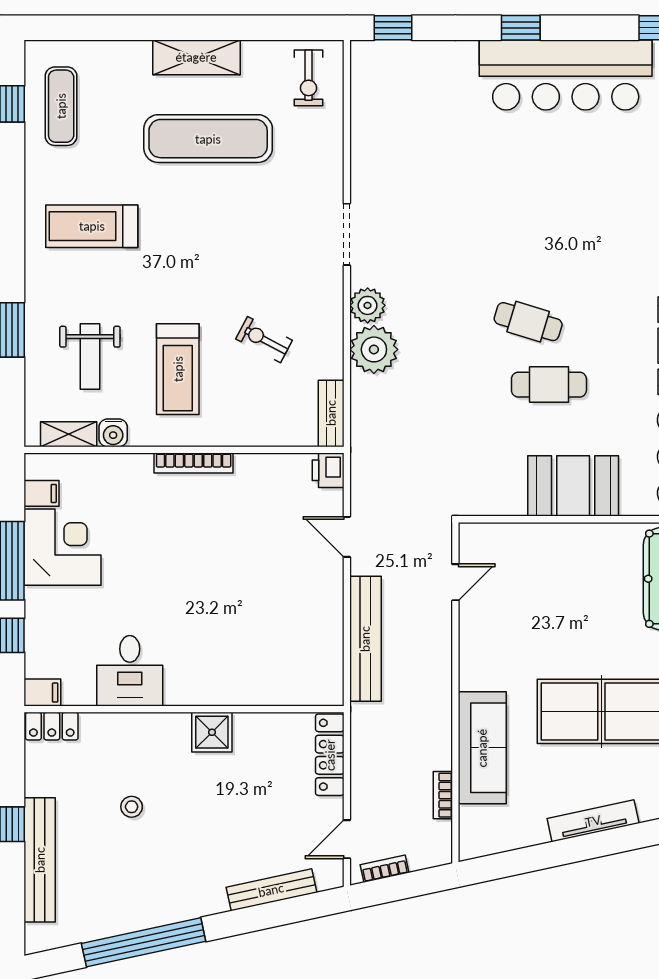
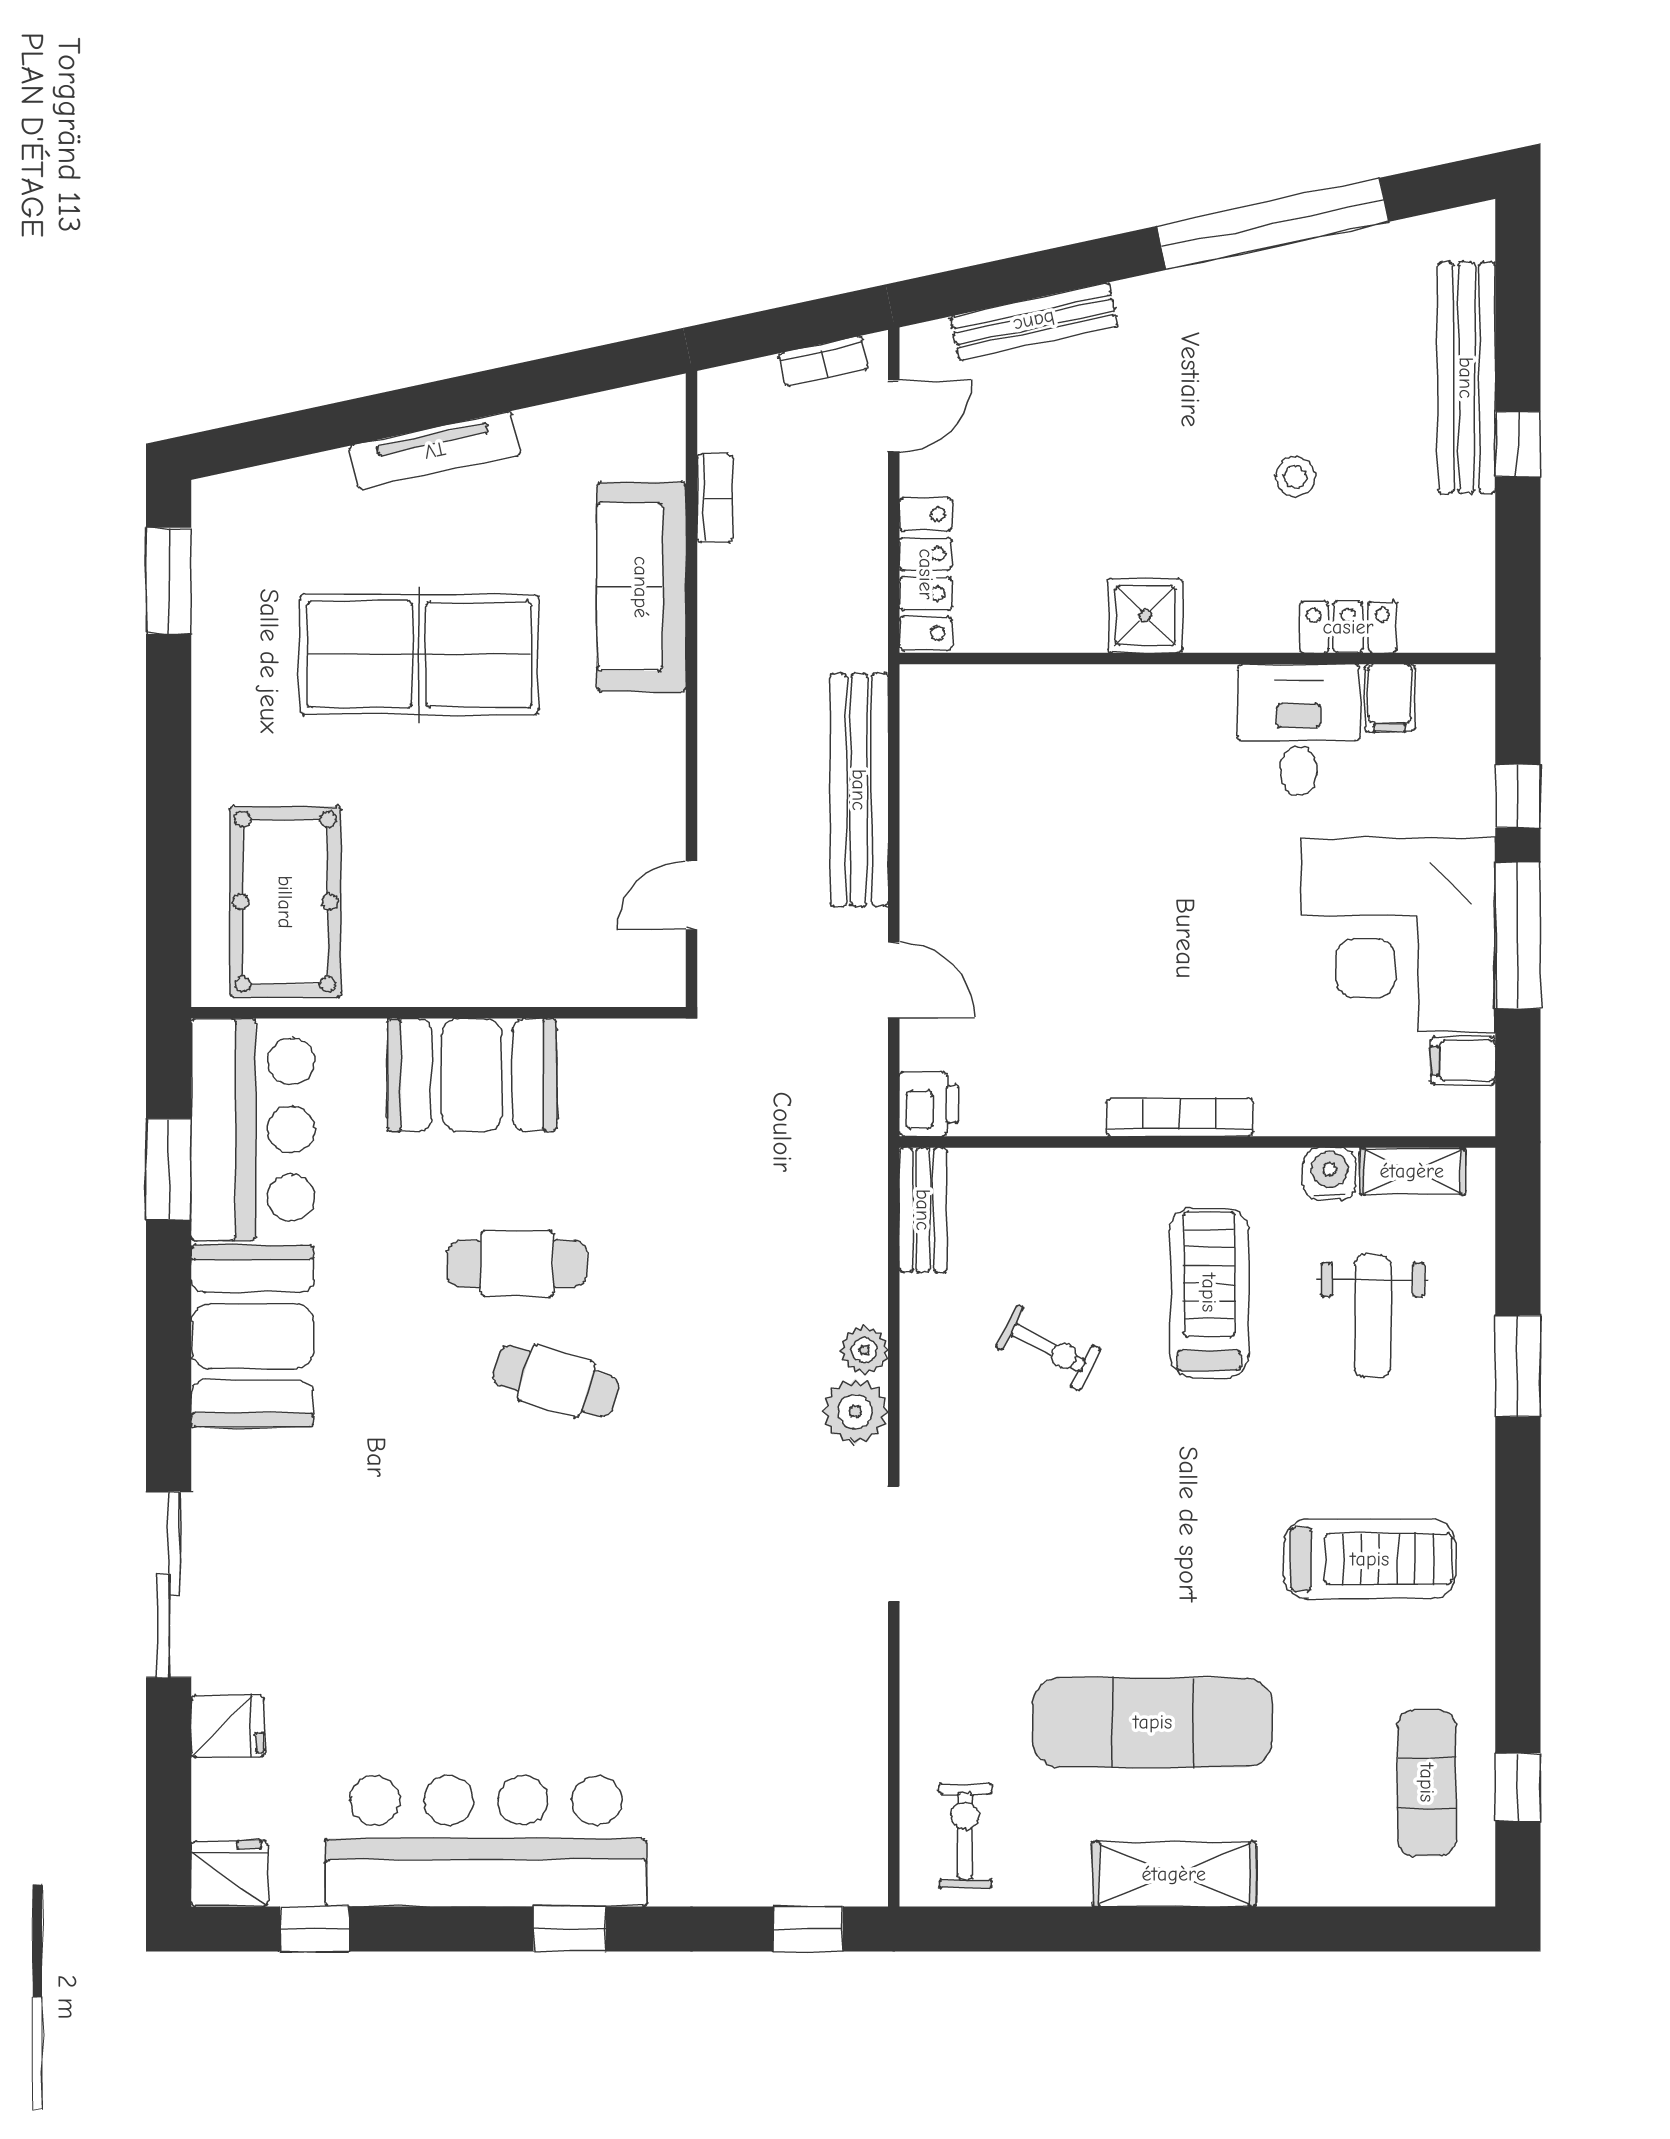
plant: (374, 349) -> (864, 1350), width x0.53, depth x0.53
weight bench: (90, 356) -> (1373, 1316), turned 180
corner desk: (62, 547) -> (1398, 935), width x1.36, depth x1.36
filing cabinet: (42, 693) -> (1390, 698), moved, turned -90
locker: (52, 726) -> (1348, 627), moved

